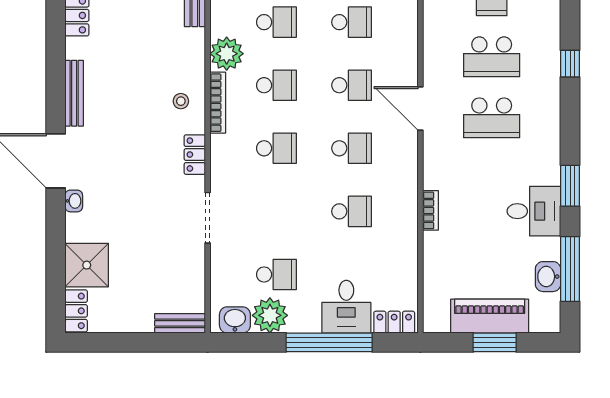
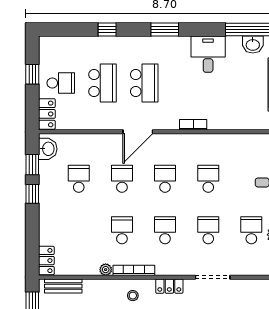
school desk: (276, 22) -> (208, 230), moved
plant: (227, 54) -> (106, 270), width x0.53, depth x0.53
window: (570, 186) -> (165, 29), moved
bookcase: (431, 210) -> (193, 125), moved

